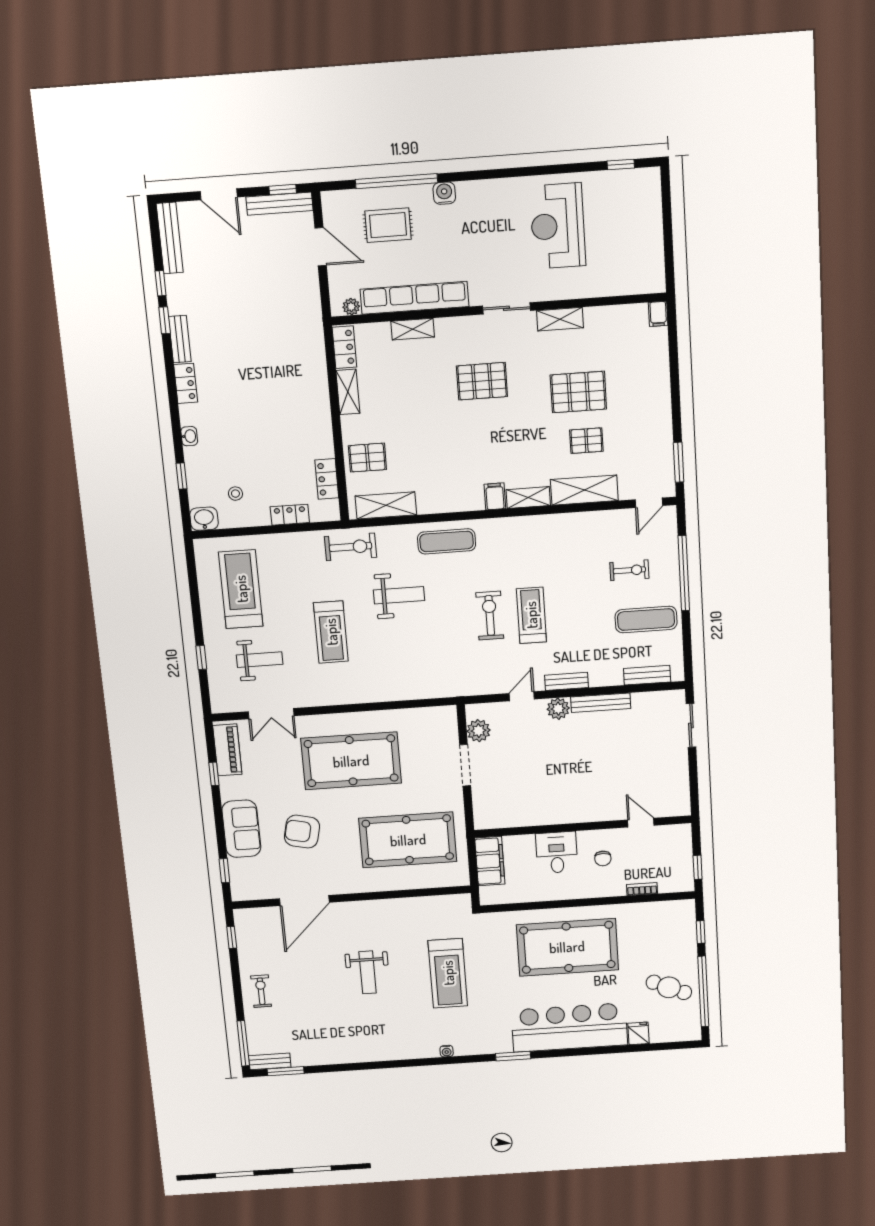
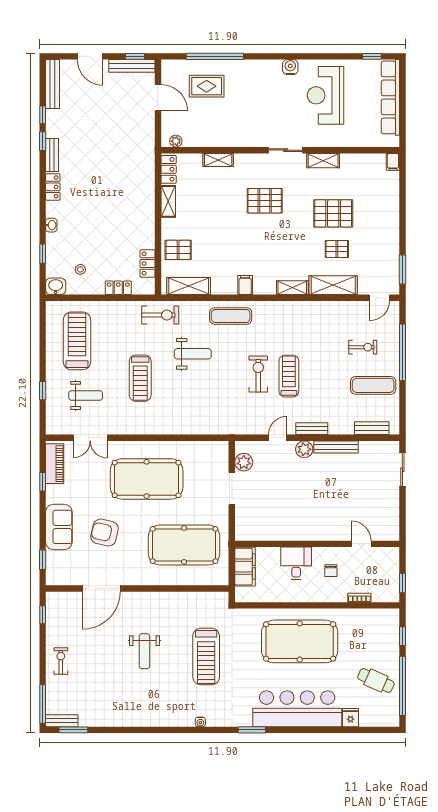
water cooler: (444, 193) -> (290, 67), moved
row of seats: (414, 298) -> (390, 97), moved, turned -90
filing cabinet: (495, 496) -> (245, 285), moved

